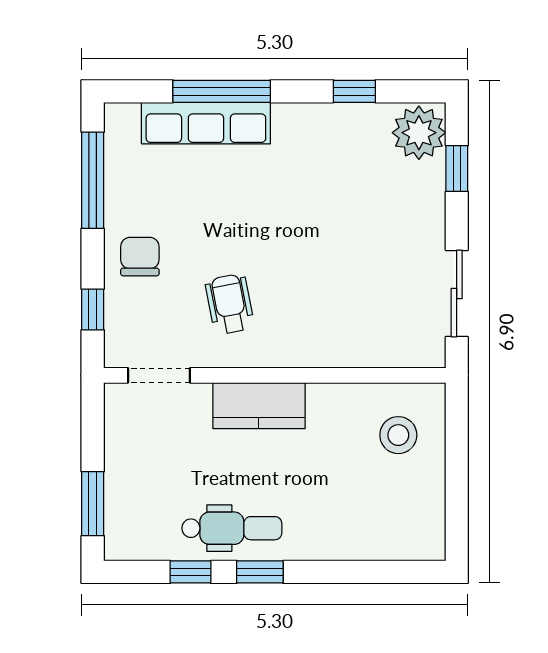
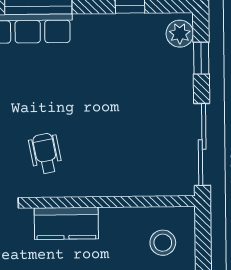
plant: (419, 133) -> (180, 34), width x0.73, depth x0.73
sliding door: (457, 294) -> (202, 144), width x1.37

